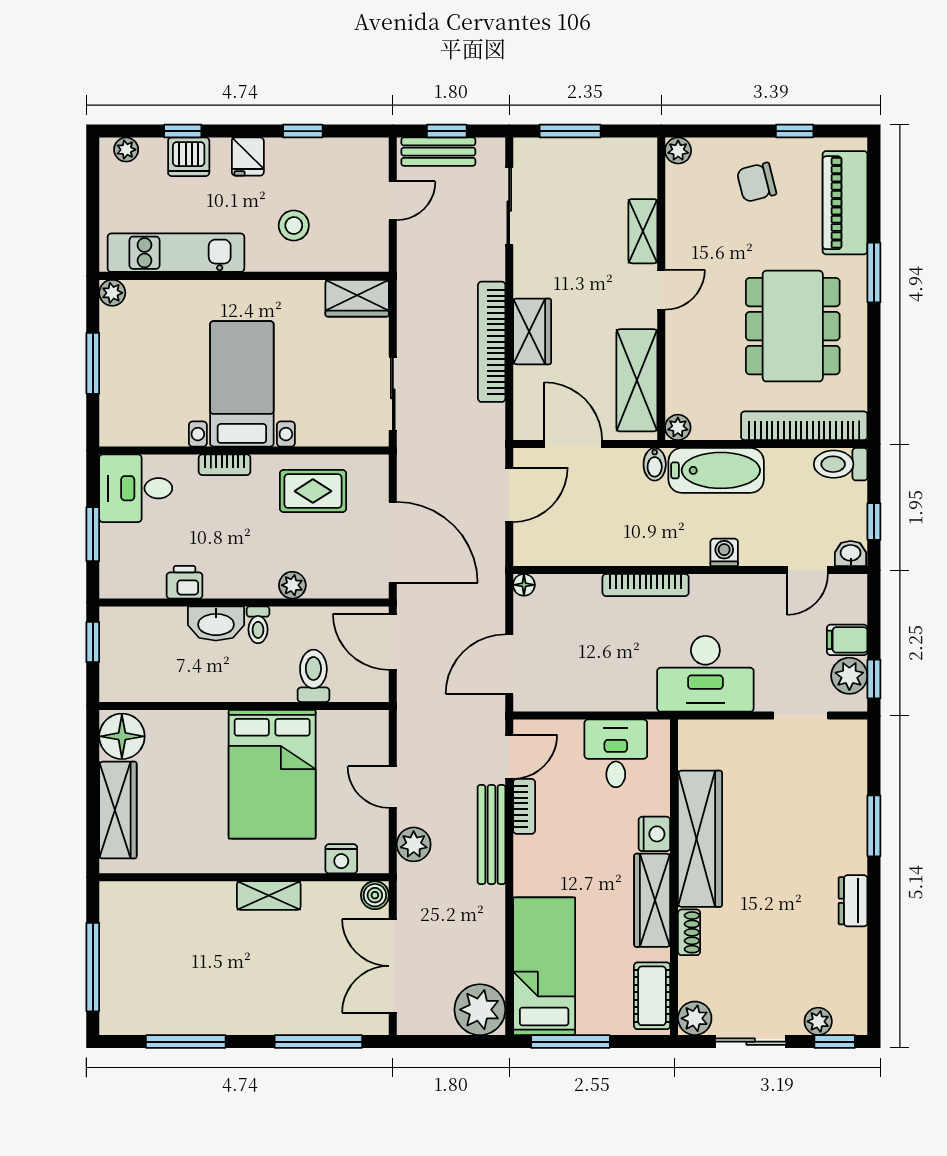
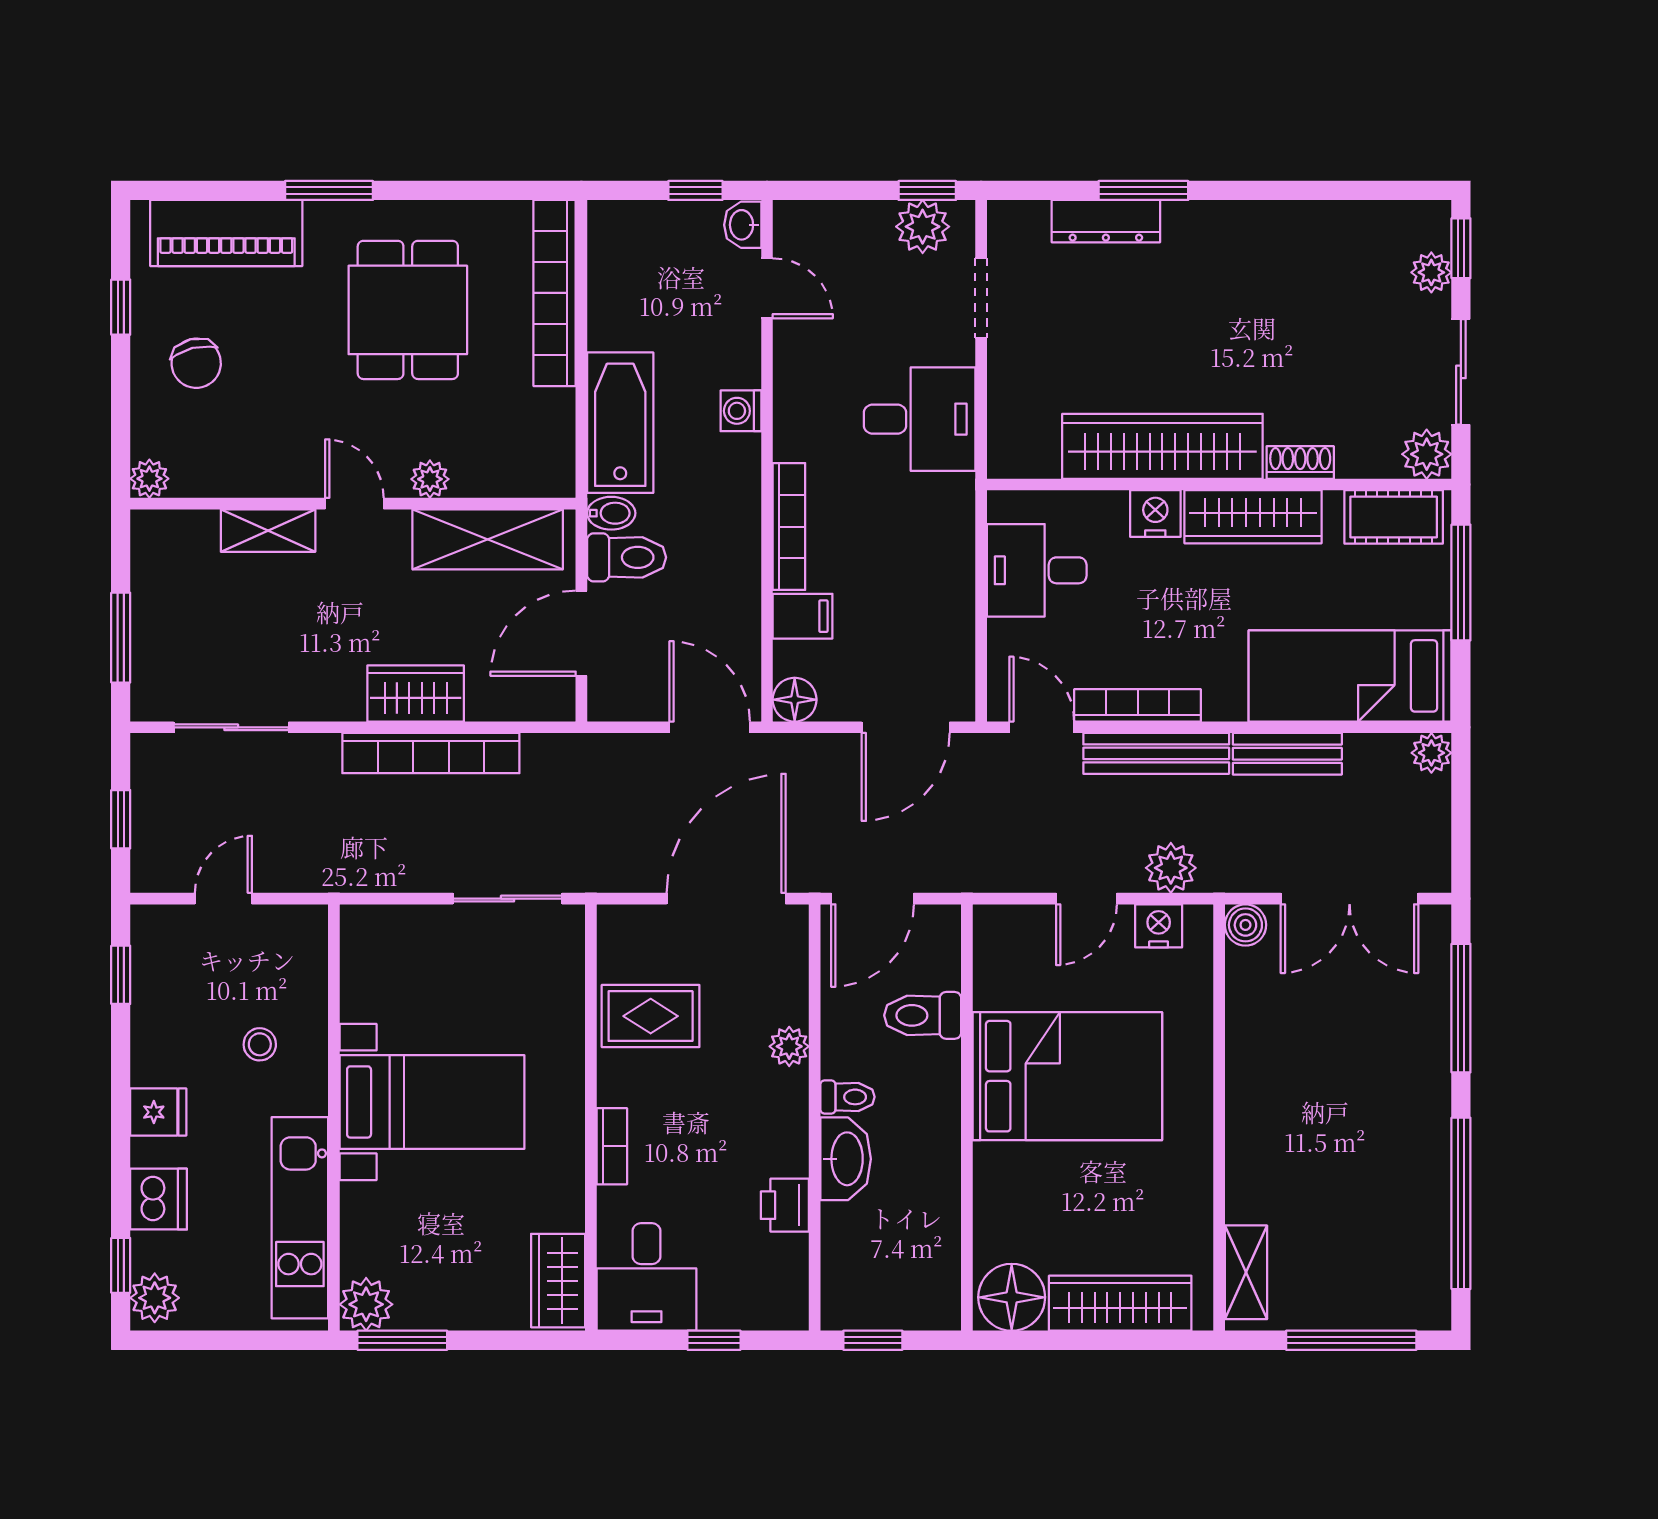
window: (183, 131) -> (121, 1265), moved
window: (303, 131) -> (121, 975), moved
plant: (126, 150) -> (155, 1298), width x1.38, depth x1.38
bench: (438, 152) -> (1287, 754), moved, turned 90
door: (393, 201) -> (223, 899), hinge flipped
stool: (294, 226) -> (260, 1044), width x0.73, depth x0.73
plant: (112, 293) -> (366, 1304), width x1.38, depth x1.38
wardrobe: (357, 298) -> (558, 1281), moved, turned 180
dining table: (793, 326) -> (408, 310), width x0.73
window: (93, 363) -> (402, 1340), moved
bed with nightstands: (242, 384) -> (432, 1102), moved, turned 180
plant: (678, 427) -> (430, 479), moved
toilet: (841, 464) -> (627, 557), moved, turned -90
rug: (313, 491) -> (651, 1016), turned 90
door: (509, 495) -> (710, 727), moved
window: (93, 534) -> (714, 1340), width x0.67
floor lamp: (524, 585) -> (795, 700), width x1.37, depth x1.37
filing cabinet: (847, 640) -> (803, 616), moved, turned -90
door: (509, 664) -> (906, 727), hinge flipped
desk: (705, 674) -> (920, 419), width x0.73
bookcase: (524, 806) -> (1138, 705), width x1.56
nightstand: (341, 859) -> (1159, 926), moved, turned -90
shelving: (269, 895) -> (1246, 1272), moved
dresser: (853, 901) -> (1106, 221), moved, width x1.44
plant: (480, 1010) -> (1431, 753), width x0.53, depth x0.53
window: (186, 1042) -> (1461, 1203), width x1.46
window: (570, 1042) -> (1461, 582), moved

